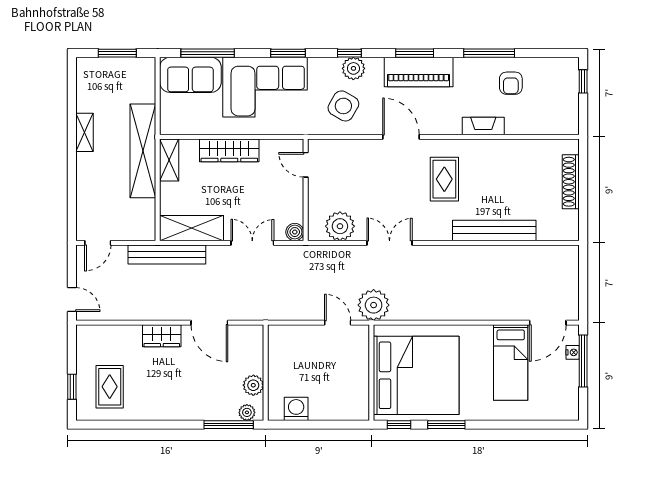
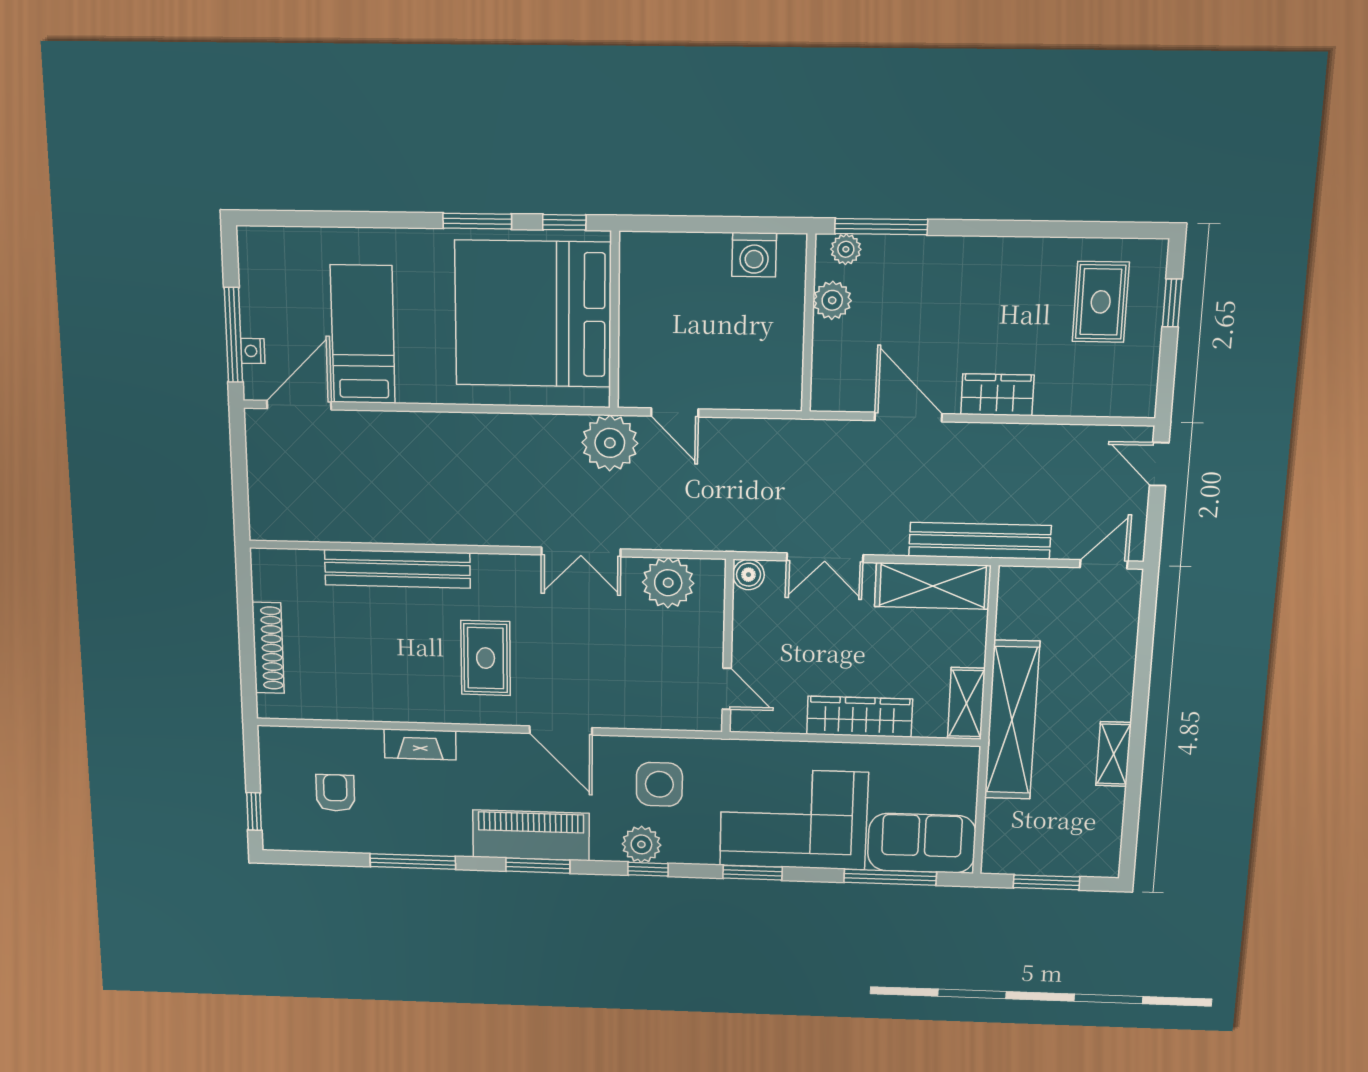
armchair: (511, 83) -> (335, 793), moved
side table: (343, 106) -> (659, 784), turned -30

